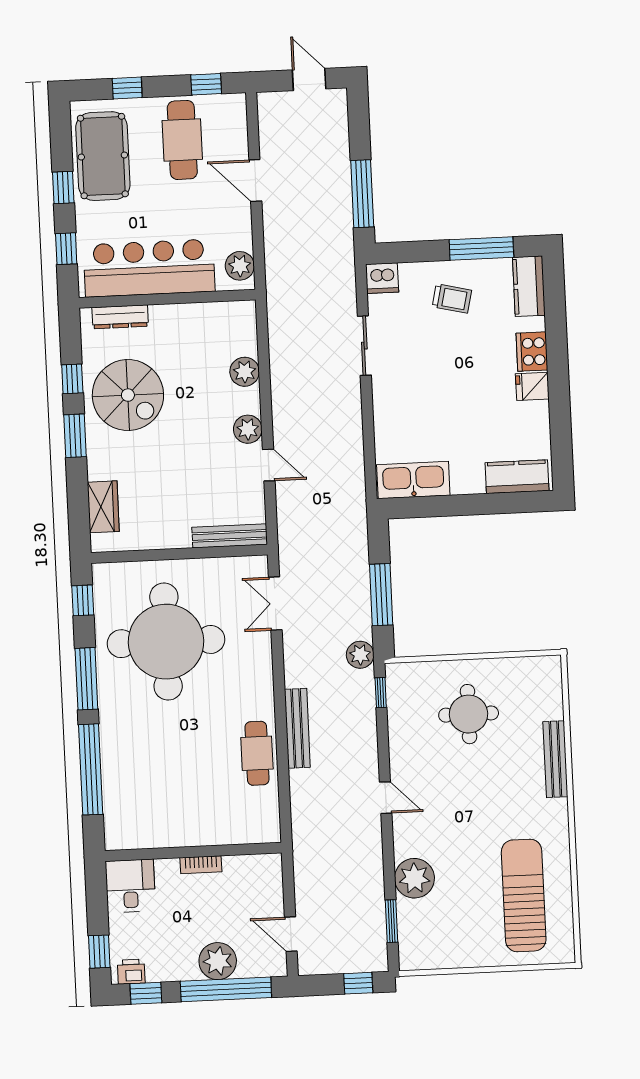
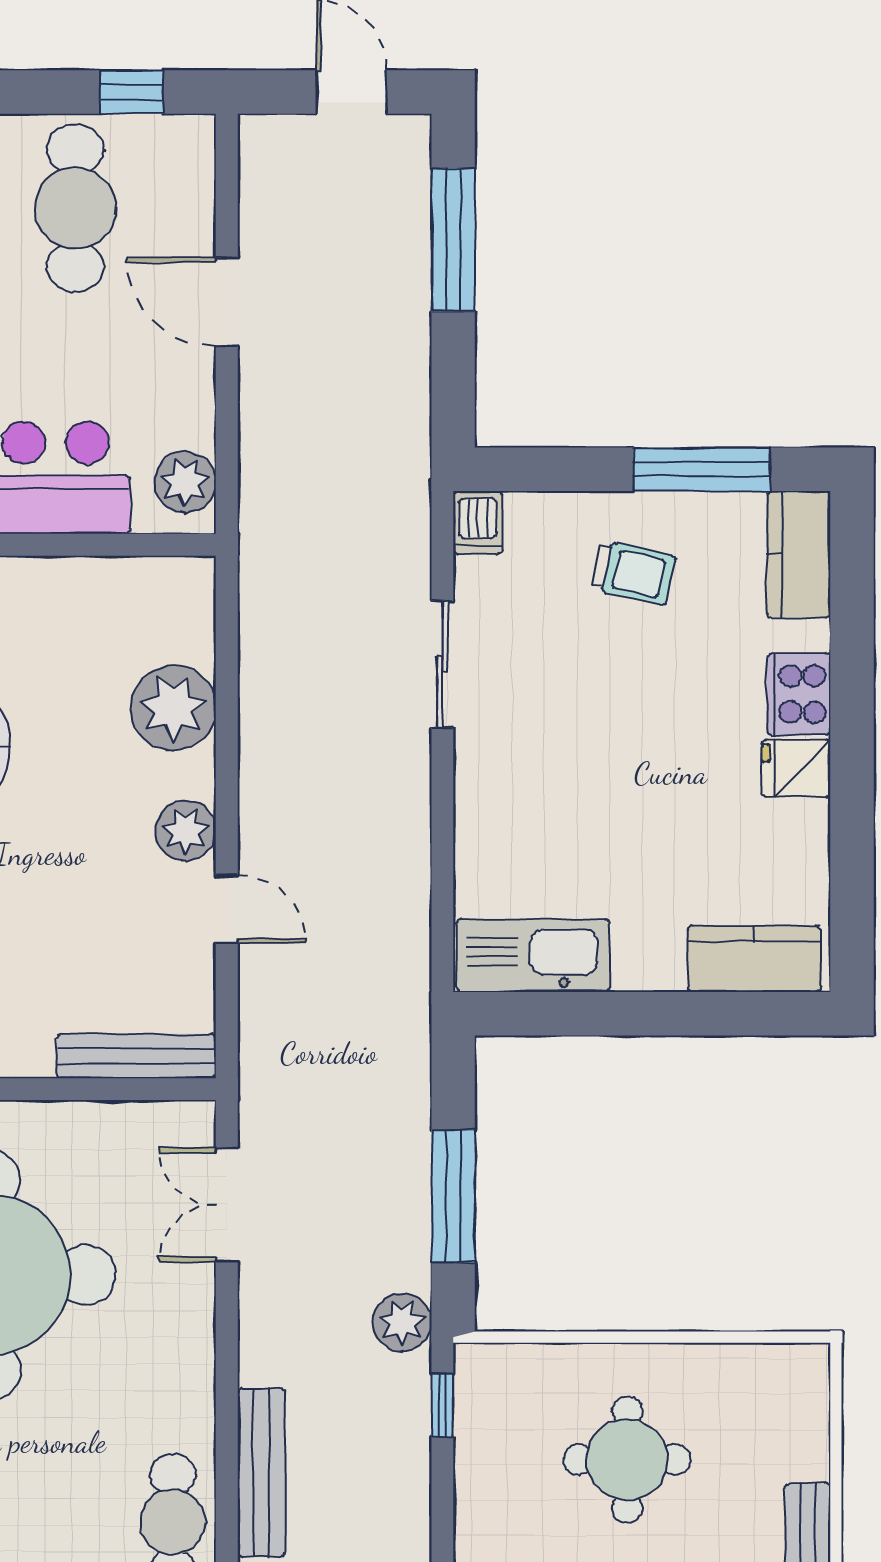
window: (362, 194) -> (453, 240), moved
dishwasher: (382, 278) -> (478, 522), width x0.73
plant: (245, 372) -> (173, 708), width x1.36, depth x1.36

